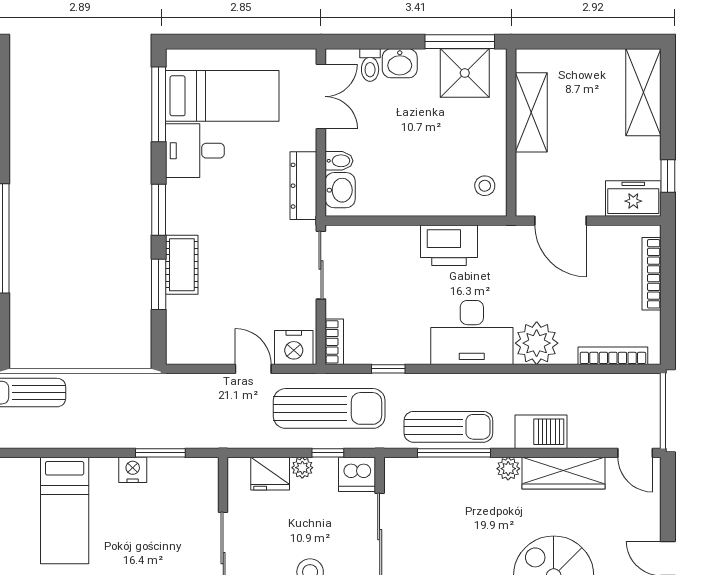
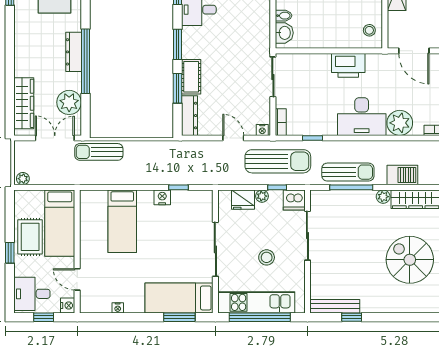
dresser: (303, 186) -> (189, 116), moved, turned 180
nightstand: (294, 348) -> (262, 130), width x0.53, depth x0.56
window: (160, 453) -> (179, 187), width x0.67

